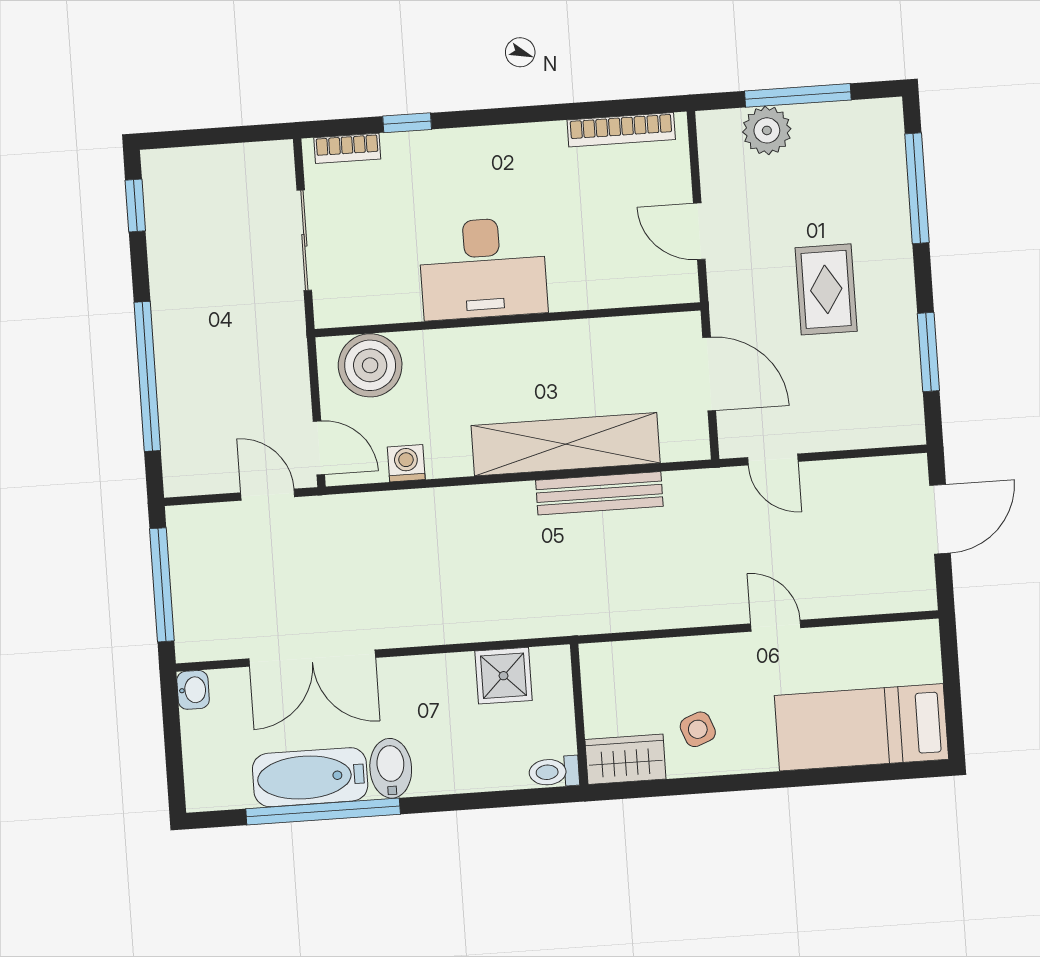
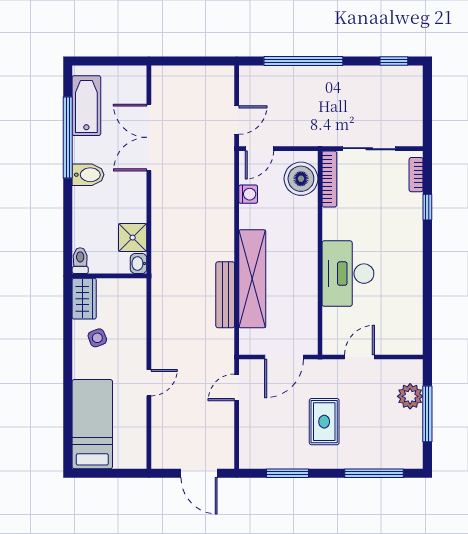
bookcase: (621, 130) -> (329, 179), moved, turned 180
desk: (483, 268) -> (348, 274), moved
rug: (826, 289) -> (324, 422), turned 90
window: (162, 585) -> (193, 61), removed
washbasin: (193, 690) -> (139, 264), moved, turned 90
bathtub: (310, 777) -> (86, 106), moved

